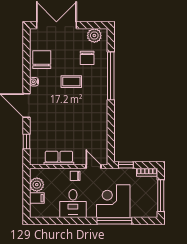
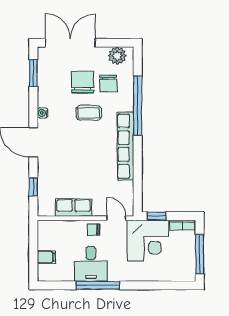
window: (27, 50) -> (33, 73), added
chair: (42, 60) -> (83, 82), moved
row of seats: (101, 109) -> (126, 146), added
plant: (37, 185) -> (46, 240), removed
corner desk: (113, 201) -> (148, 241), moved, turned 180
window: (114, 221) -> (98, 285), moved

